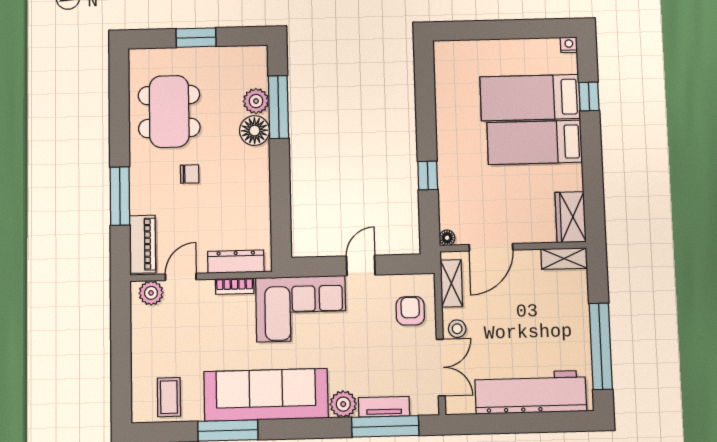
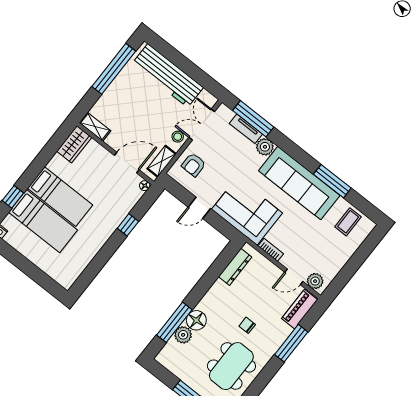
dresser: (236, 262) -> (235, 267), moved, turned -90

